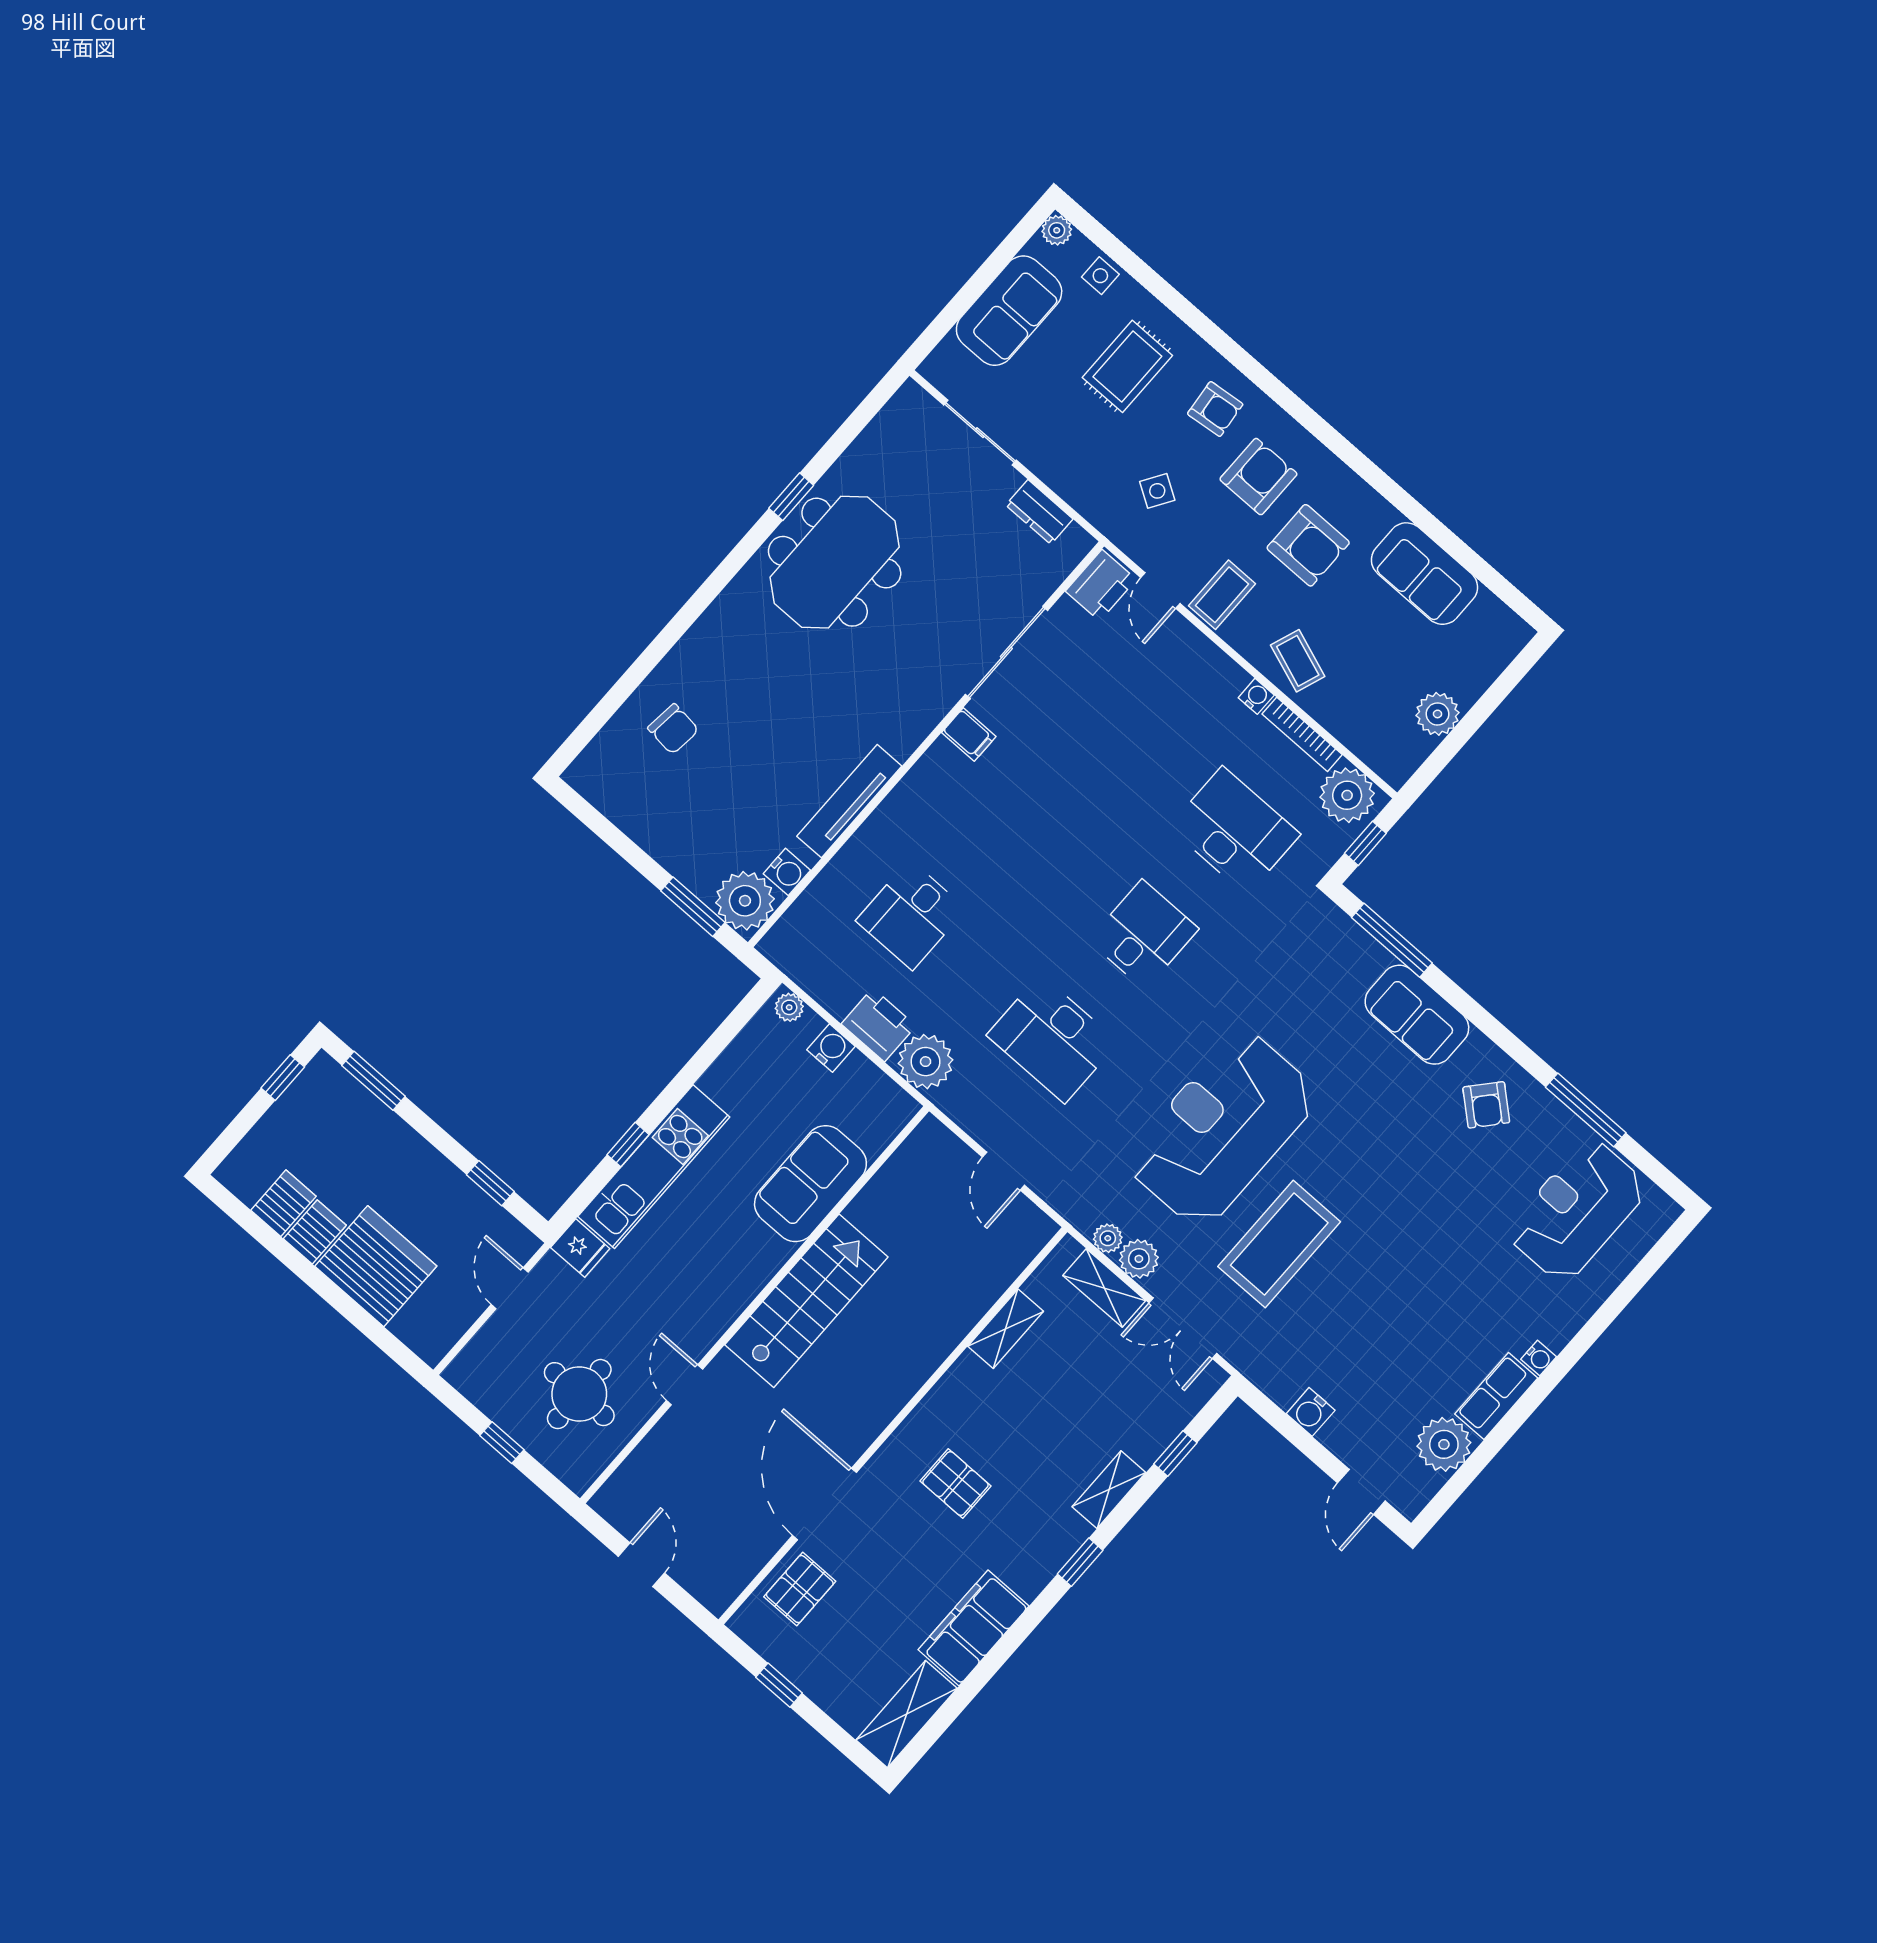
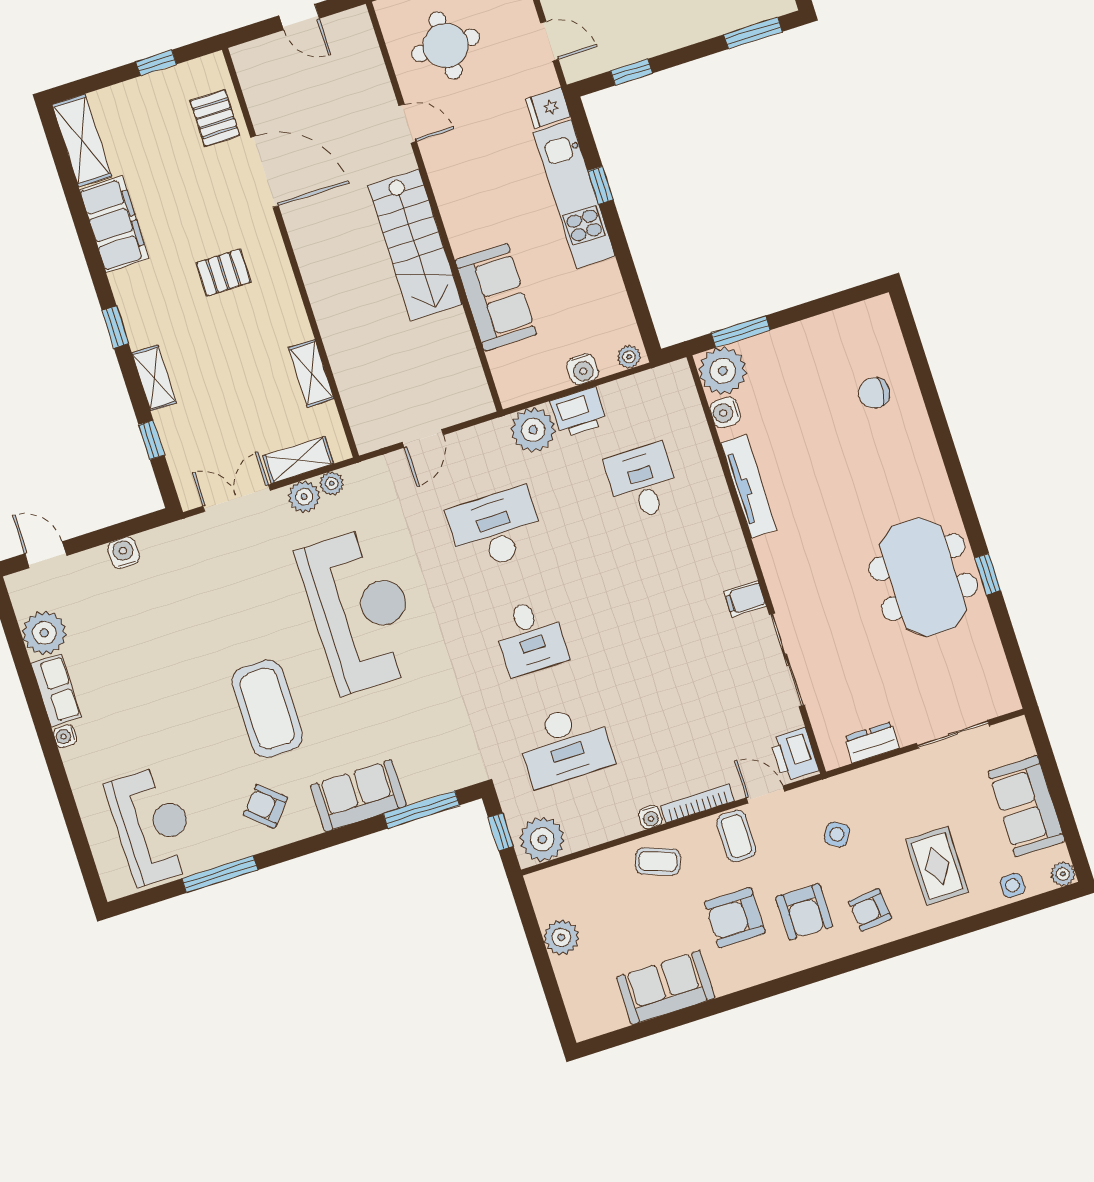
bookcase: (1302, 734) -> (697, 803), moved
door: (1004, 1171) -> (423, 438), swing flipped
coffee table: (1279, 1244) -> (267, 709), moved

